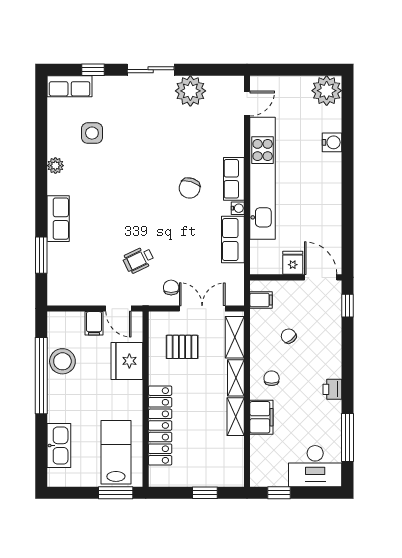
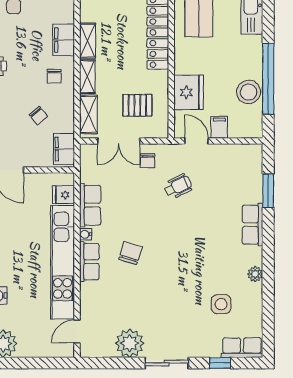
fridge: (293, 263) -> (63, 195), moved, turned 90
filing cabinet: (261, 300) -> (64, 149), width x2.00

